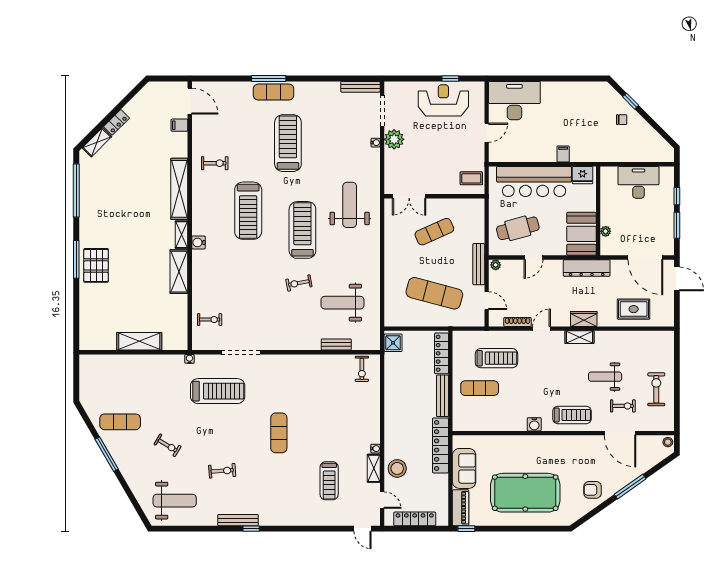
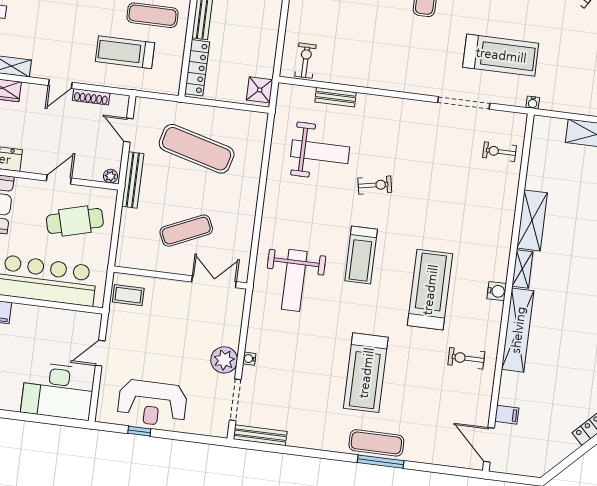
treadmill: (302, 230) -> (361, 255), width x0.73, depth x0.73
water cooler: (198, 242) -> (497, 291), moved
treadmill: (218, 391) -> (501, 55), turned 180

